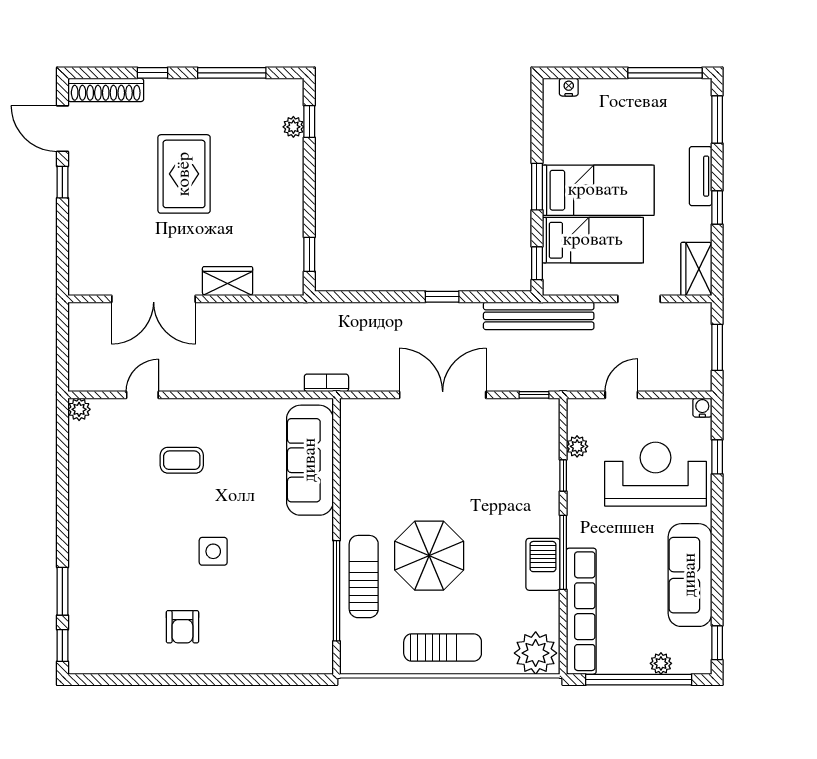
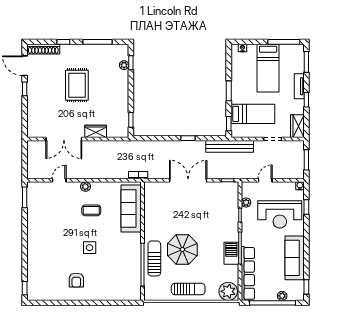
bed: (598, 190) -> (268, 68), moved, turned 90
plant: (79, 409) -> (86, 187), moved
coffee table: (182, 460) -> (91, 210), moved
reception desk: (656, 474) -> (280, 214), turned 180
window: (62, 591) -> (25, 197), moved

